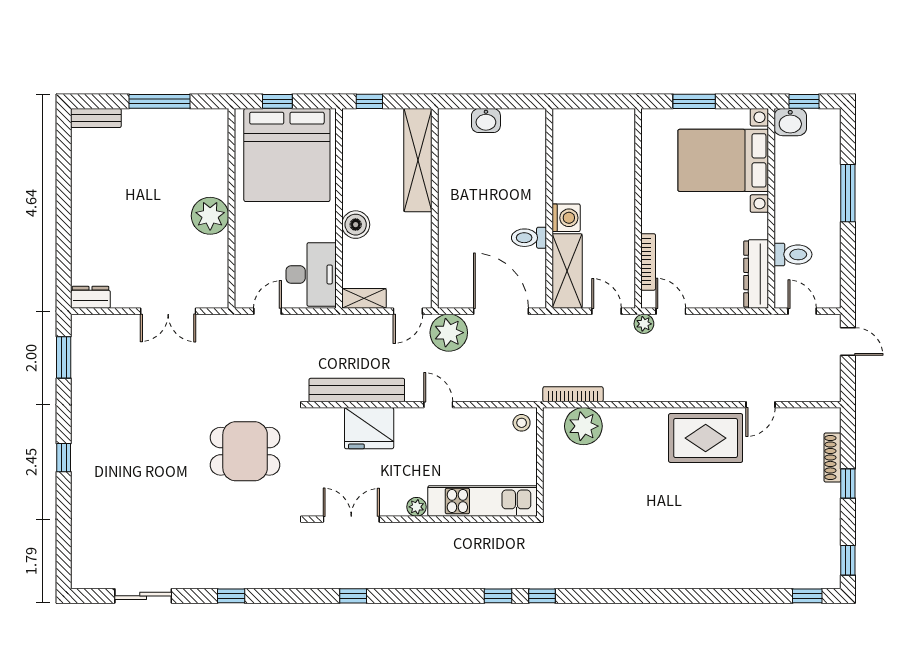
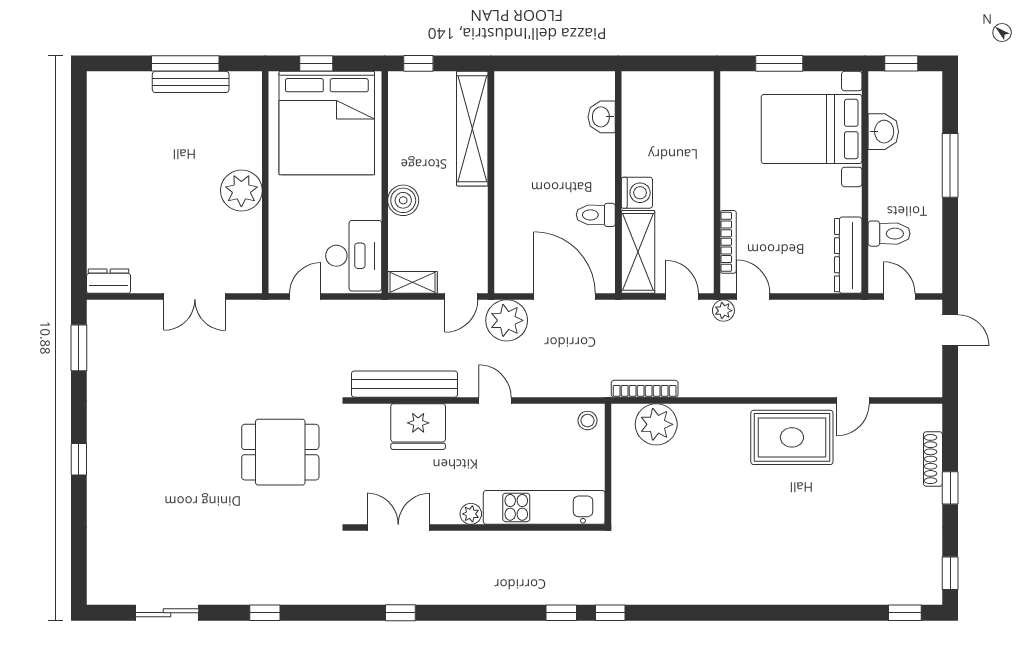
bench: (96, 118) -> (191, 82), moved, width x1.36
washbasin: (486, 121) -> (602, 117), moved, turned 90
washbasin: (790, 122) -> (883, 132), moved, turned -90

